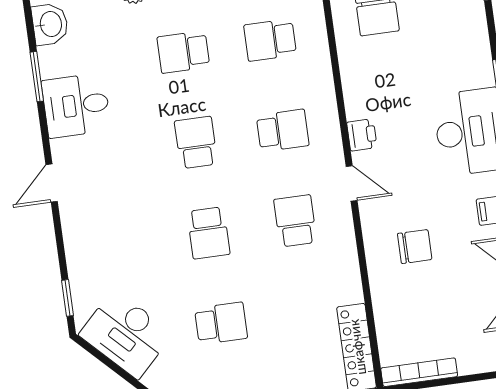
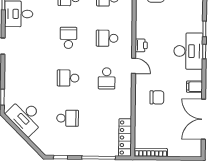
school desk: (283, 130) -> (107, 38), turned 180
school desk: (295, 221) -> (107, 78), turned 180
school desk: (208, 233) -> (68, 78), turned 90

